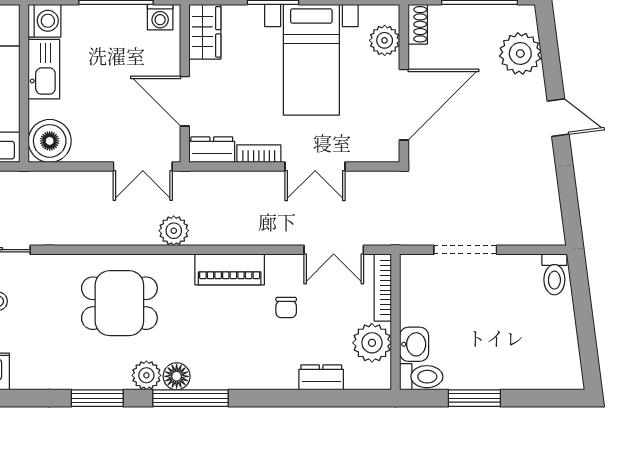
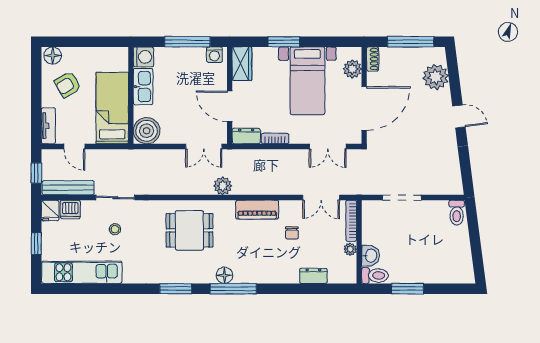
double door: (315, 167) -> (328, 146), moved
plant: (372, 343) -> (350, 249), width x0.53, depth x0.53
plant: (146, 375) -> (206, 275), removed

